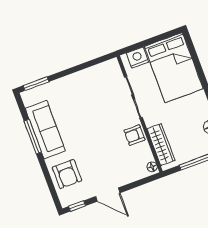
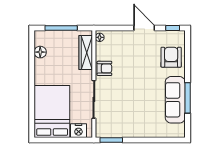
window: (36, 84) -> (111, 140), moved

